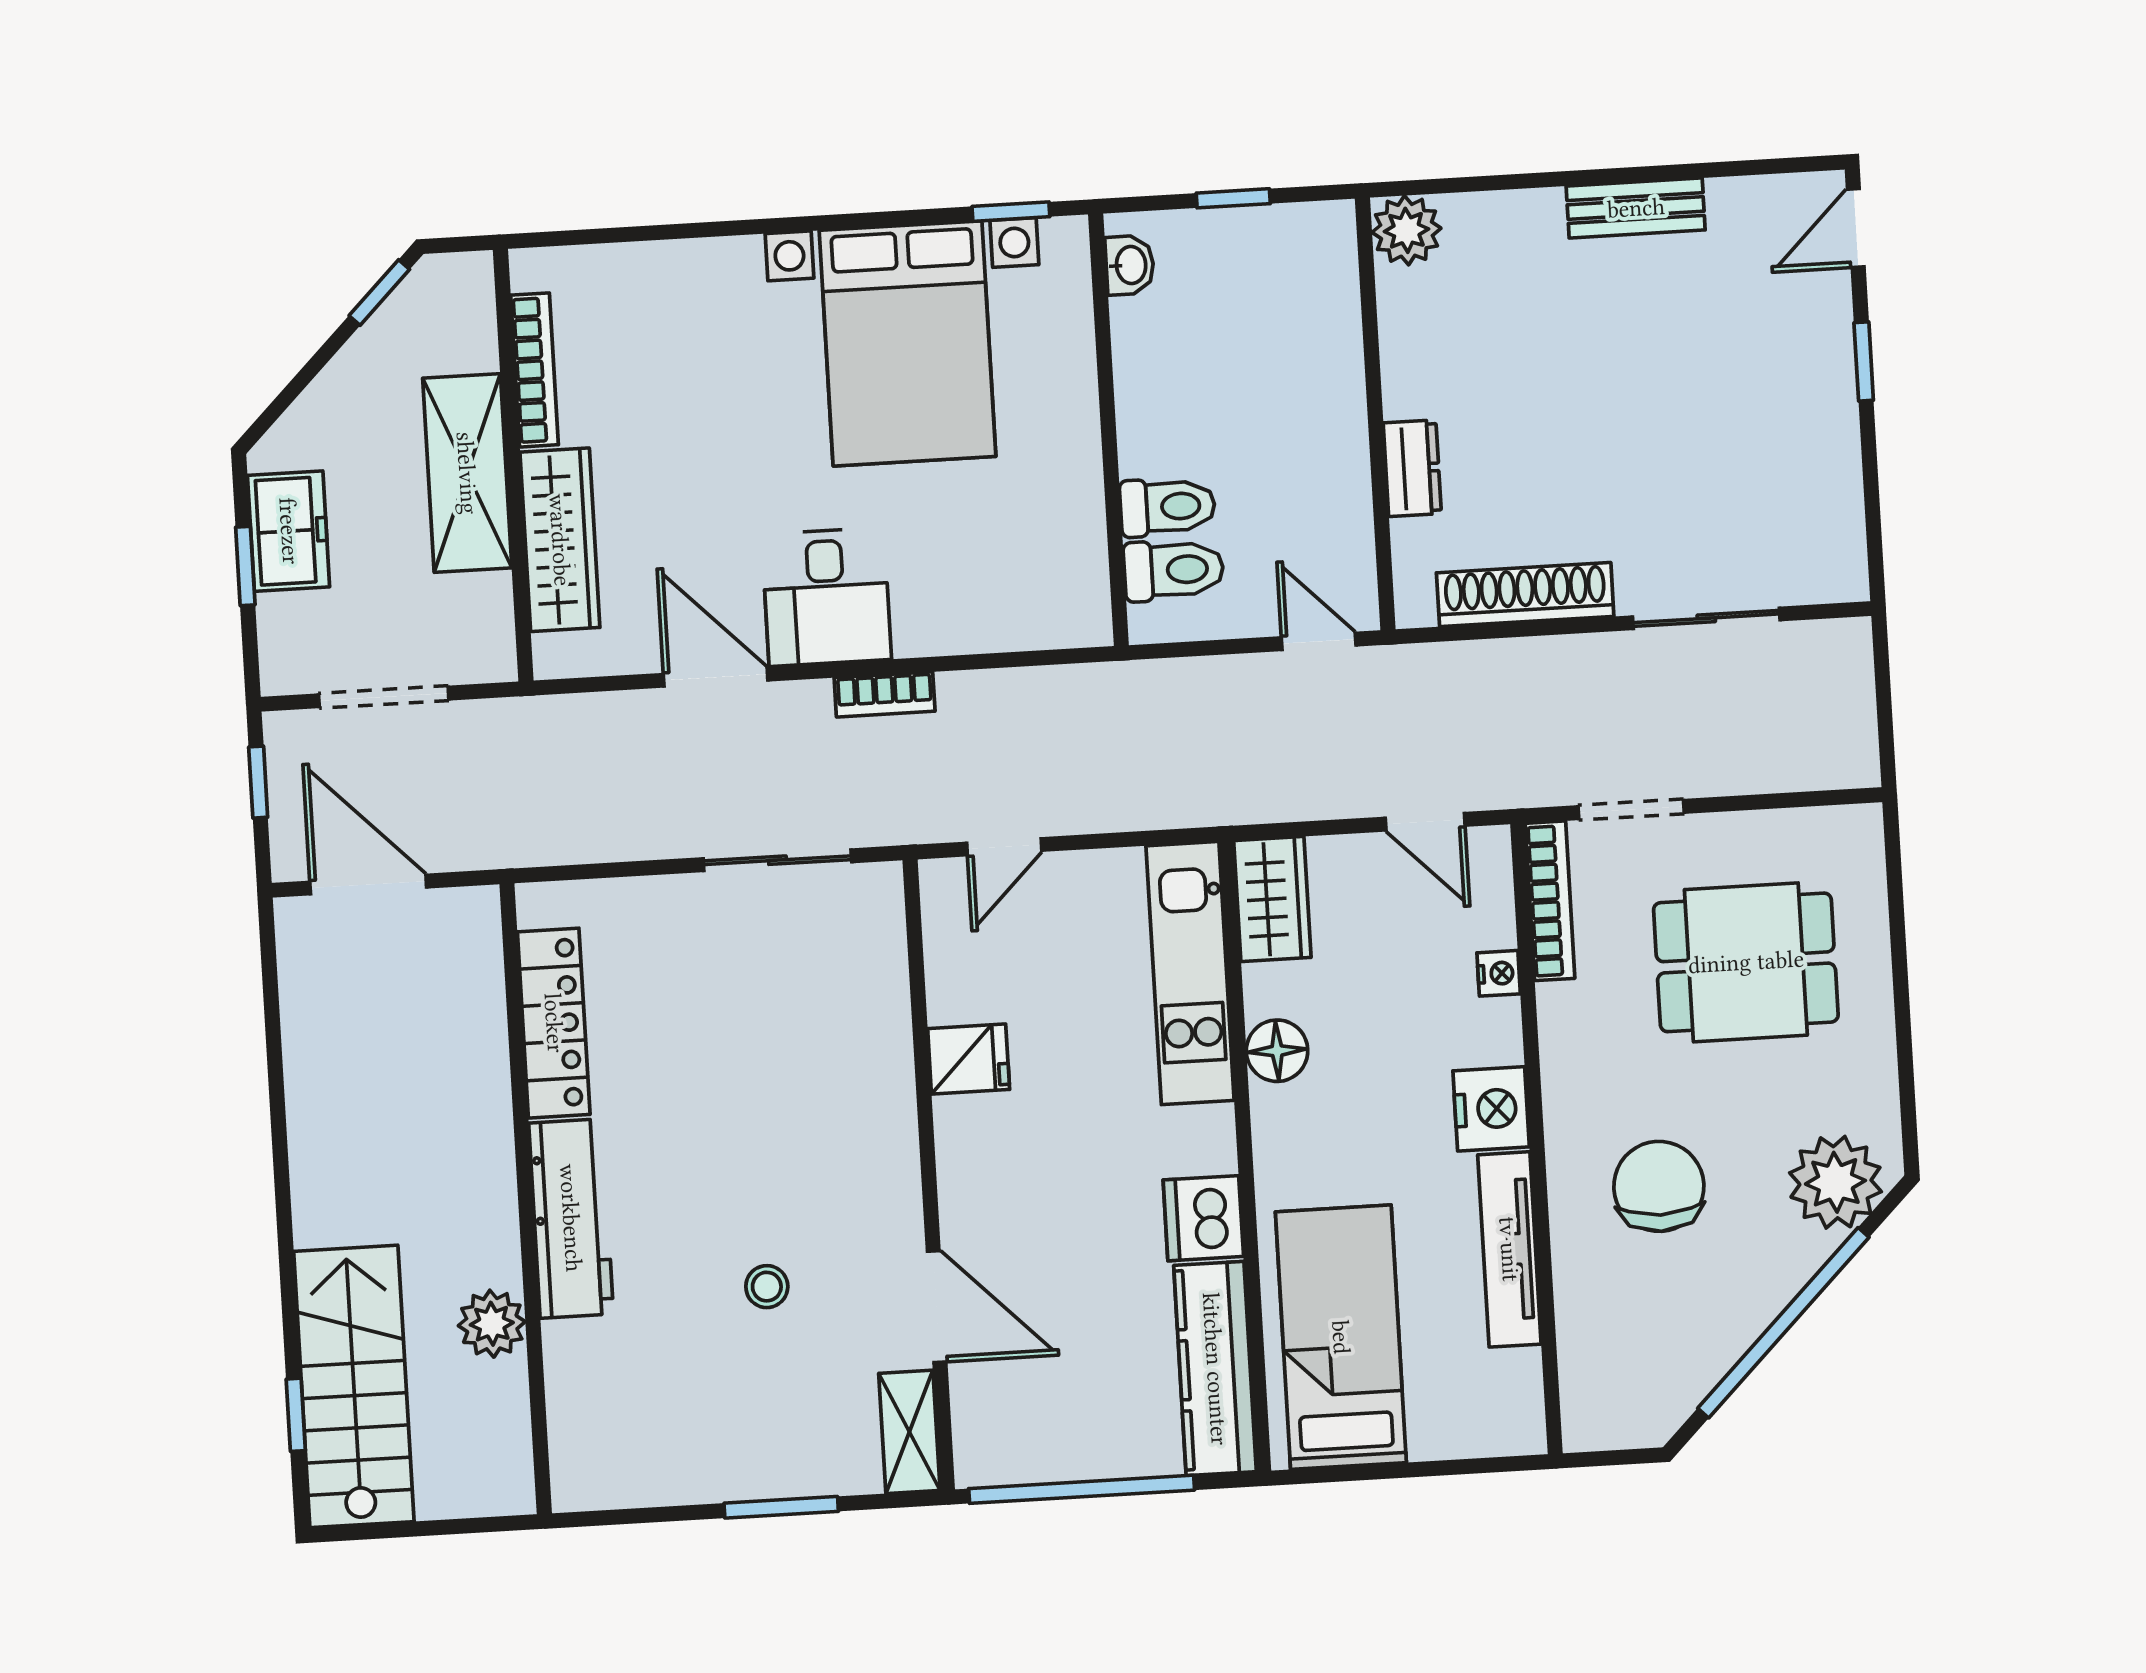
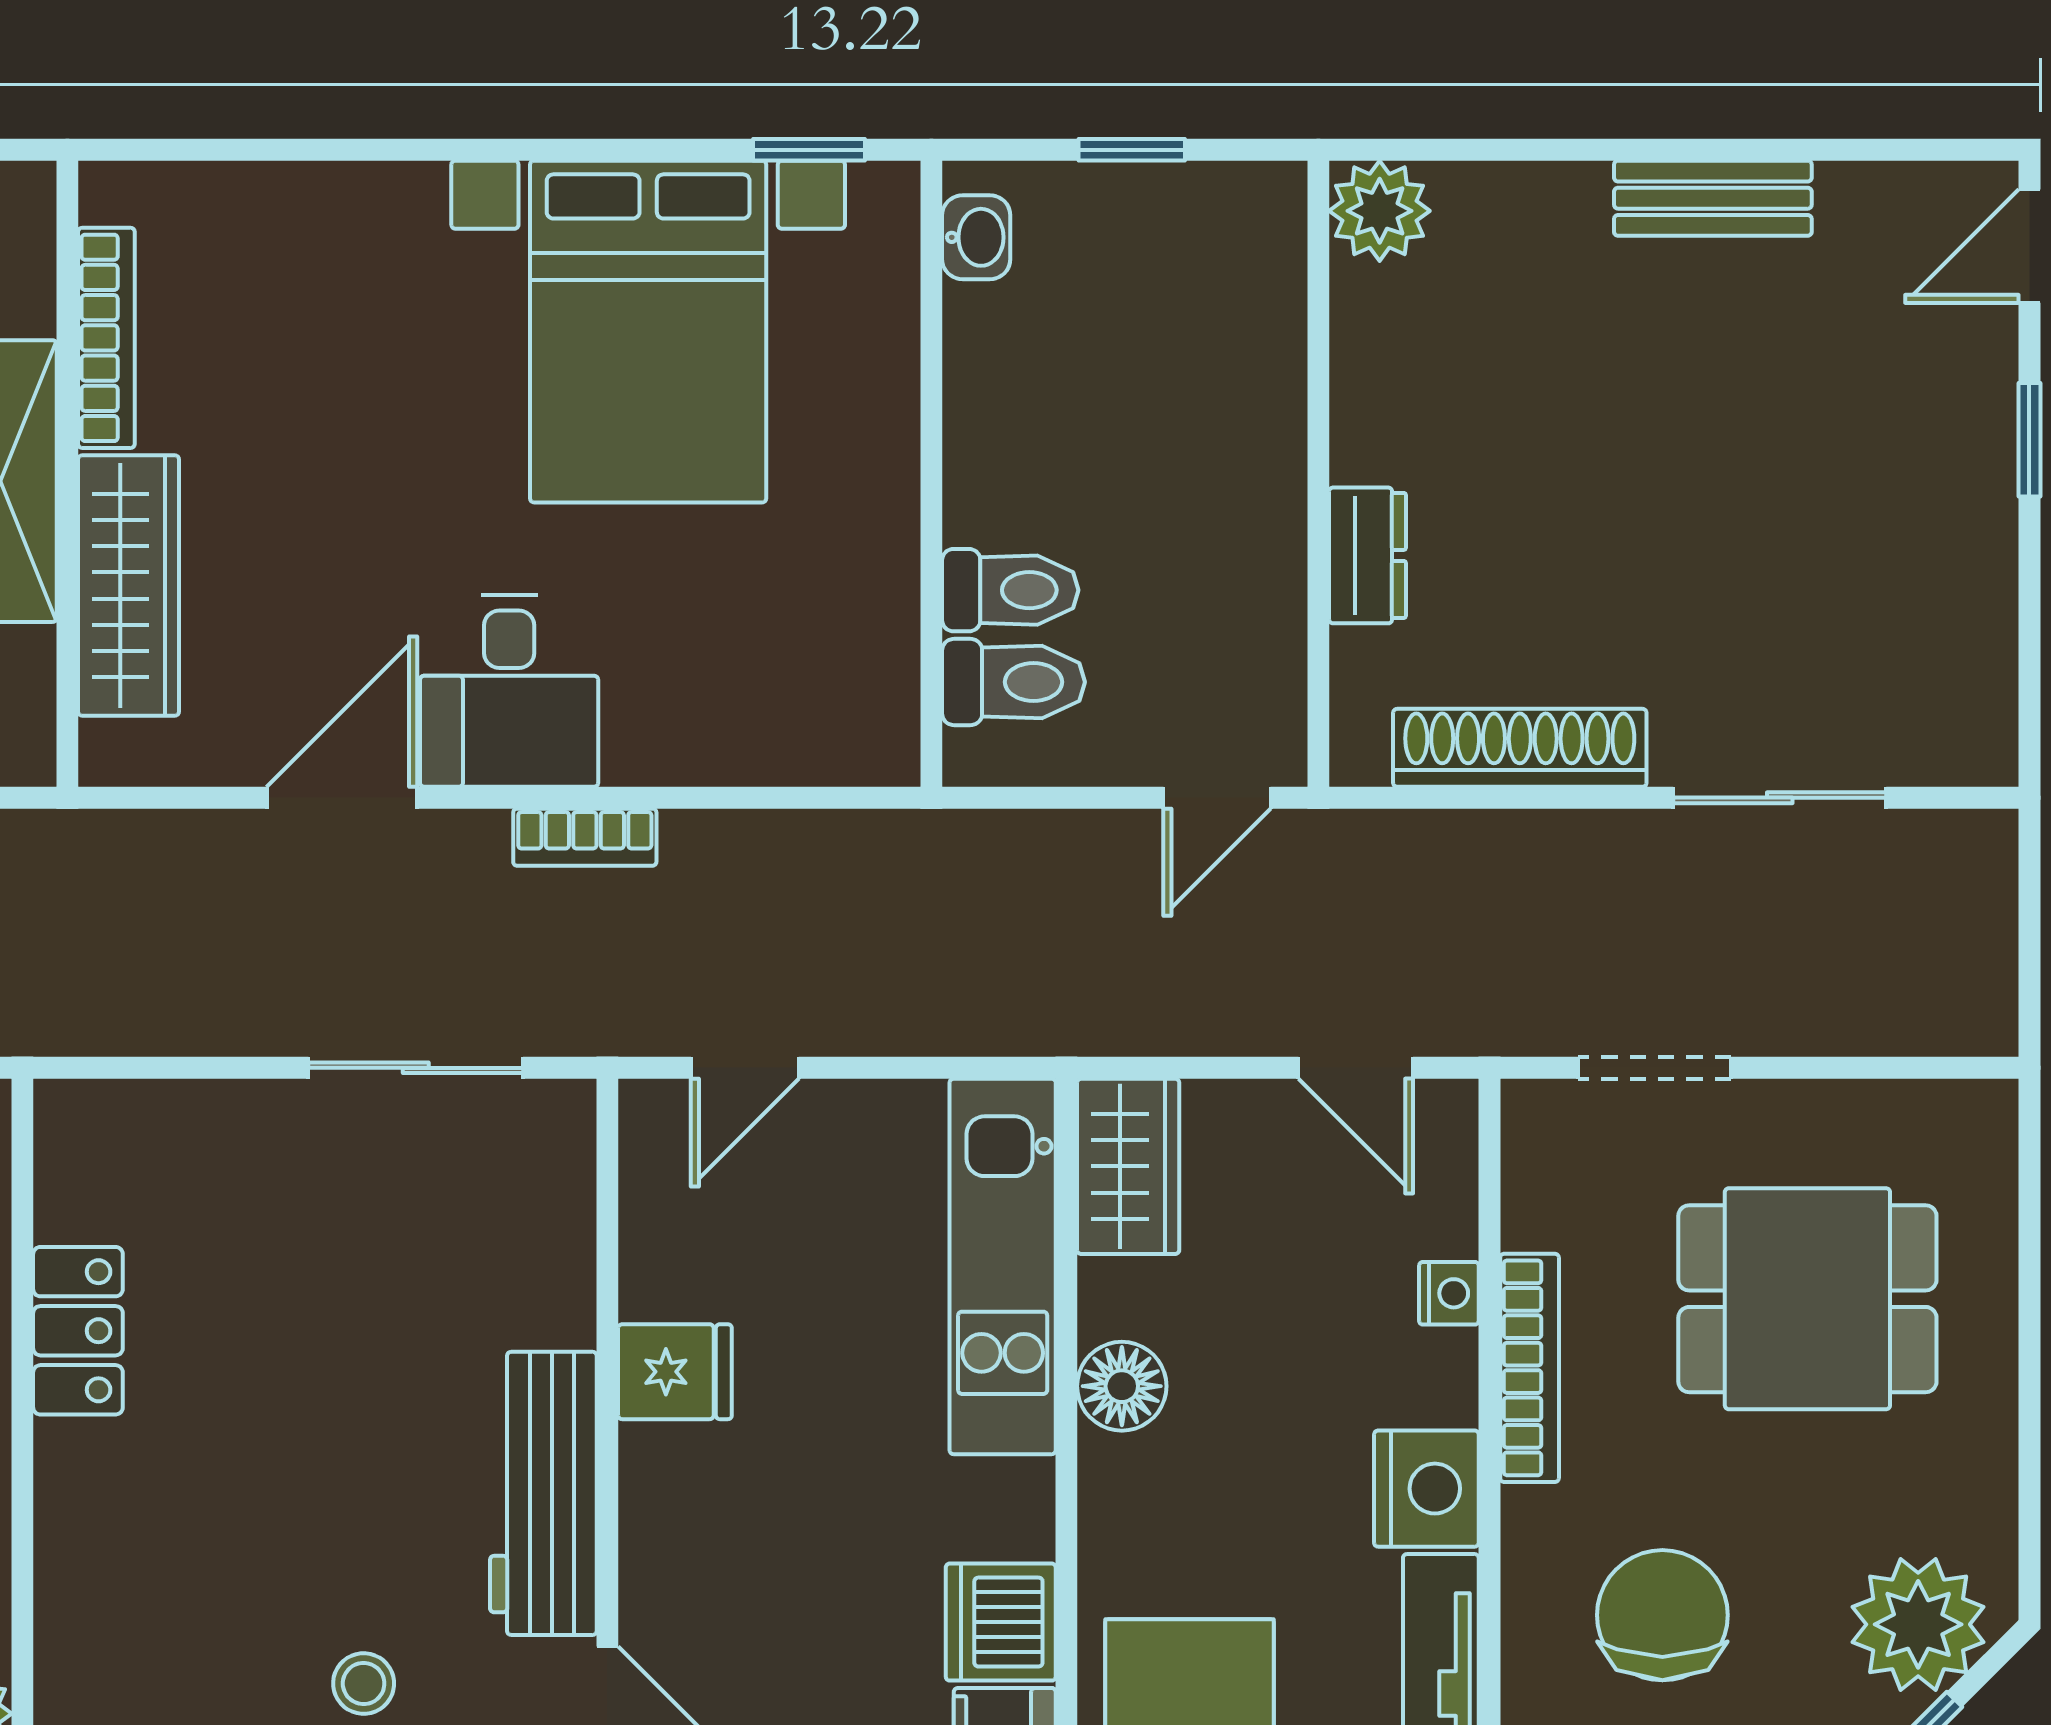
door: (1319, 641) -> (1217, 798), swing flipped
door: (716, 677) -> (342, 798), hinge flipped
bookcase: (1550, 901) -> (1530, 1368), moved
locker: (554, 1023) -> (78, 1331), width x0.66
workbench: (571, 1218) -> (543, 1493), moved, turned 180

